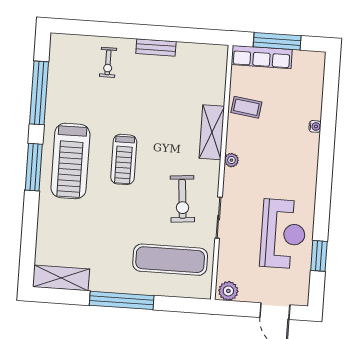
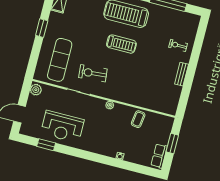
window: (277, 41) -> (172, 144), width x0.69
row of seats: (262, 57) -> (159, 156), moved, width x0.68
shelving: (212, 132) -> (128, 97), removed
treadmill: (124, 159) -> (121, 44), turned 180
window: (122, 300) -> (42, 28), width x0.47

